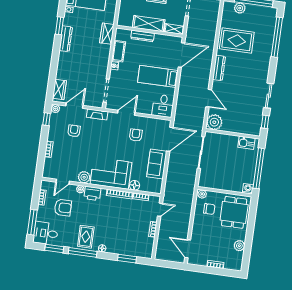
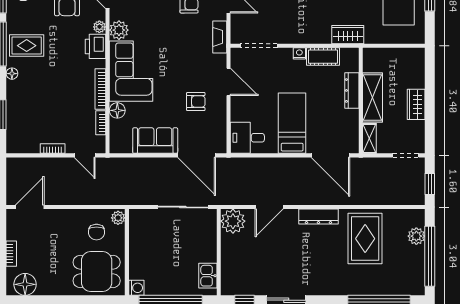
plant: (239, 246) -> (46, 287), removed
floor lamp: (236, 259) -> (25, 284), added

